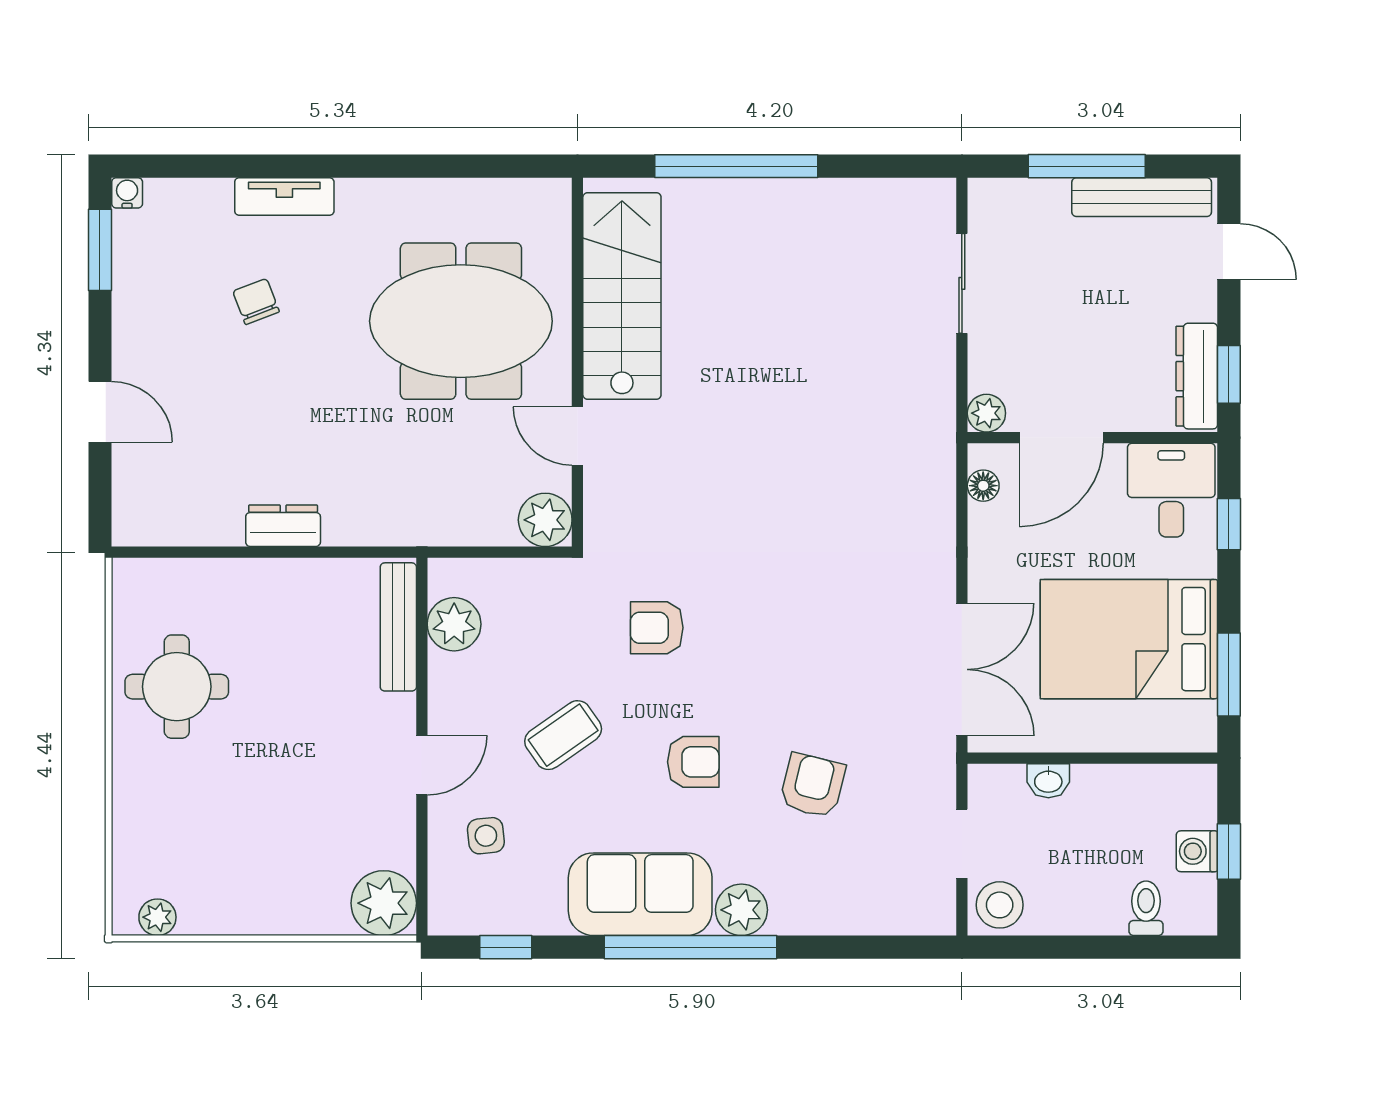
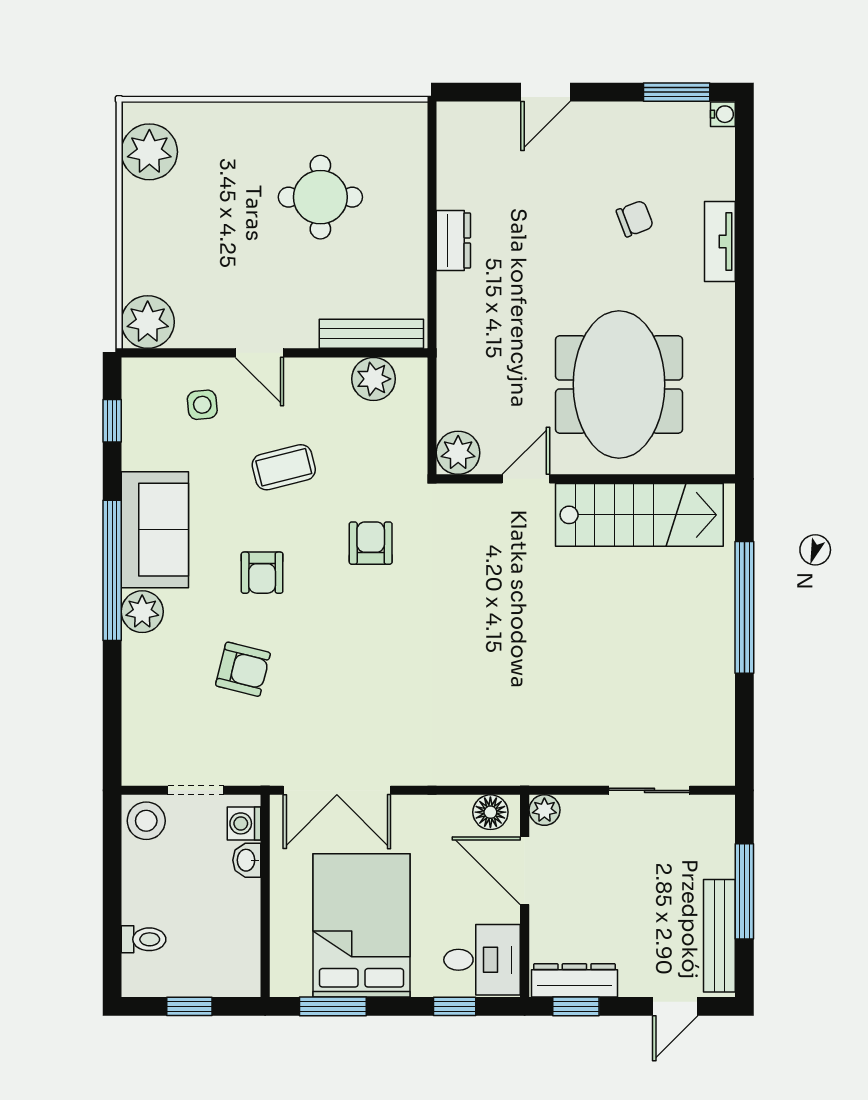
floor lamp: (983, 486) -> (490, 812), width x1.37, depth x1.37
round table: (177, 687) -> (320, 197), moved
coffee table: (563, 735) -> (284, 467), turned -69
washing machine: (1197, 851) -> (244, 823), moved, turned -90
plant: (157, 917) -> (149, 152), width x1.88, depth x1.88

